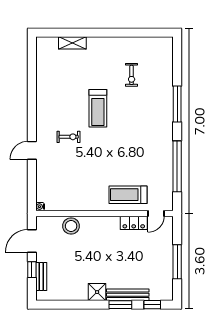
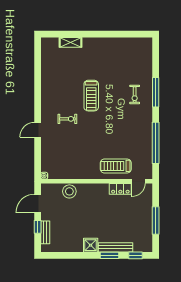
exercise bike: (132, 75) -> (135, 95), moved

